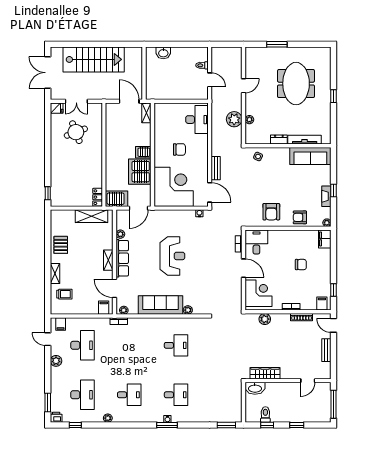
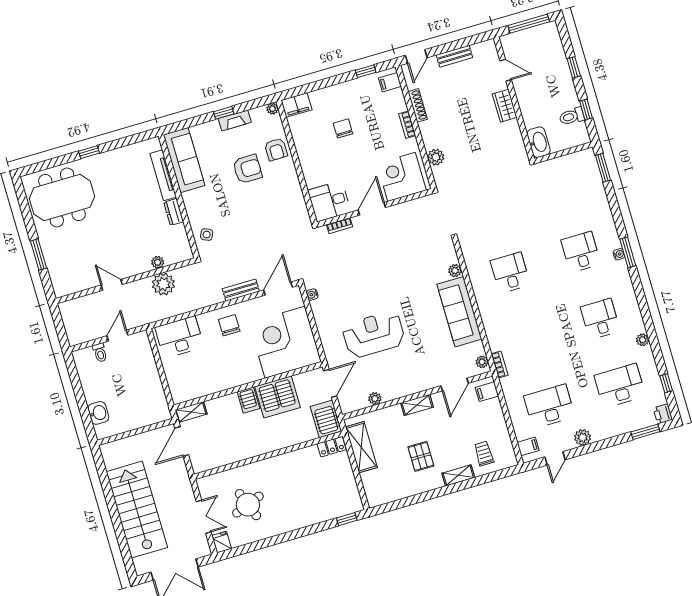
meeting table: (296, 84) -> (62, 197), moved
chair: (179, 149) -> (229, 325), moved
door: (139, 208) -> (330, 383), hinge flipped
armchair: (271, 212) -> (247, 169), moved
pallet: (61, 245) -> (421, 456), moved, turned 90
reception desk: (172, 256) -> (374, 334), moved
row of seats: (122, 258) -> (409, 386), removed
wardrobe: (265, 373) -> (505, 106), moved, width x0.67

